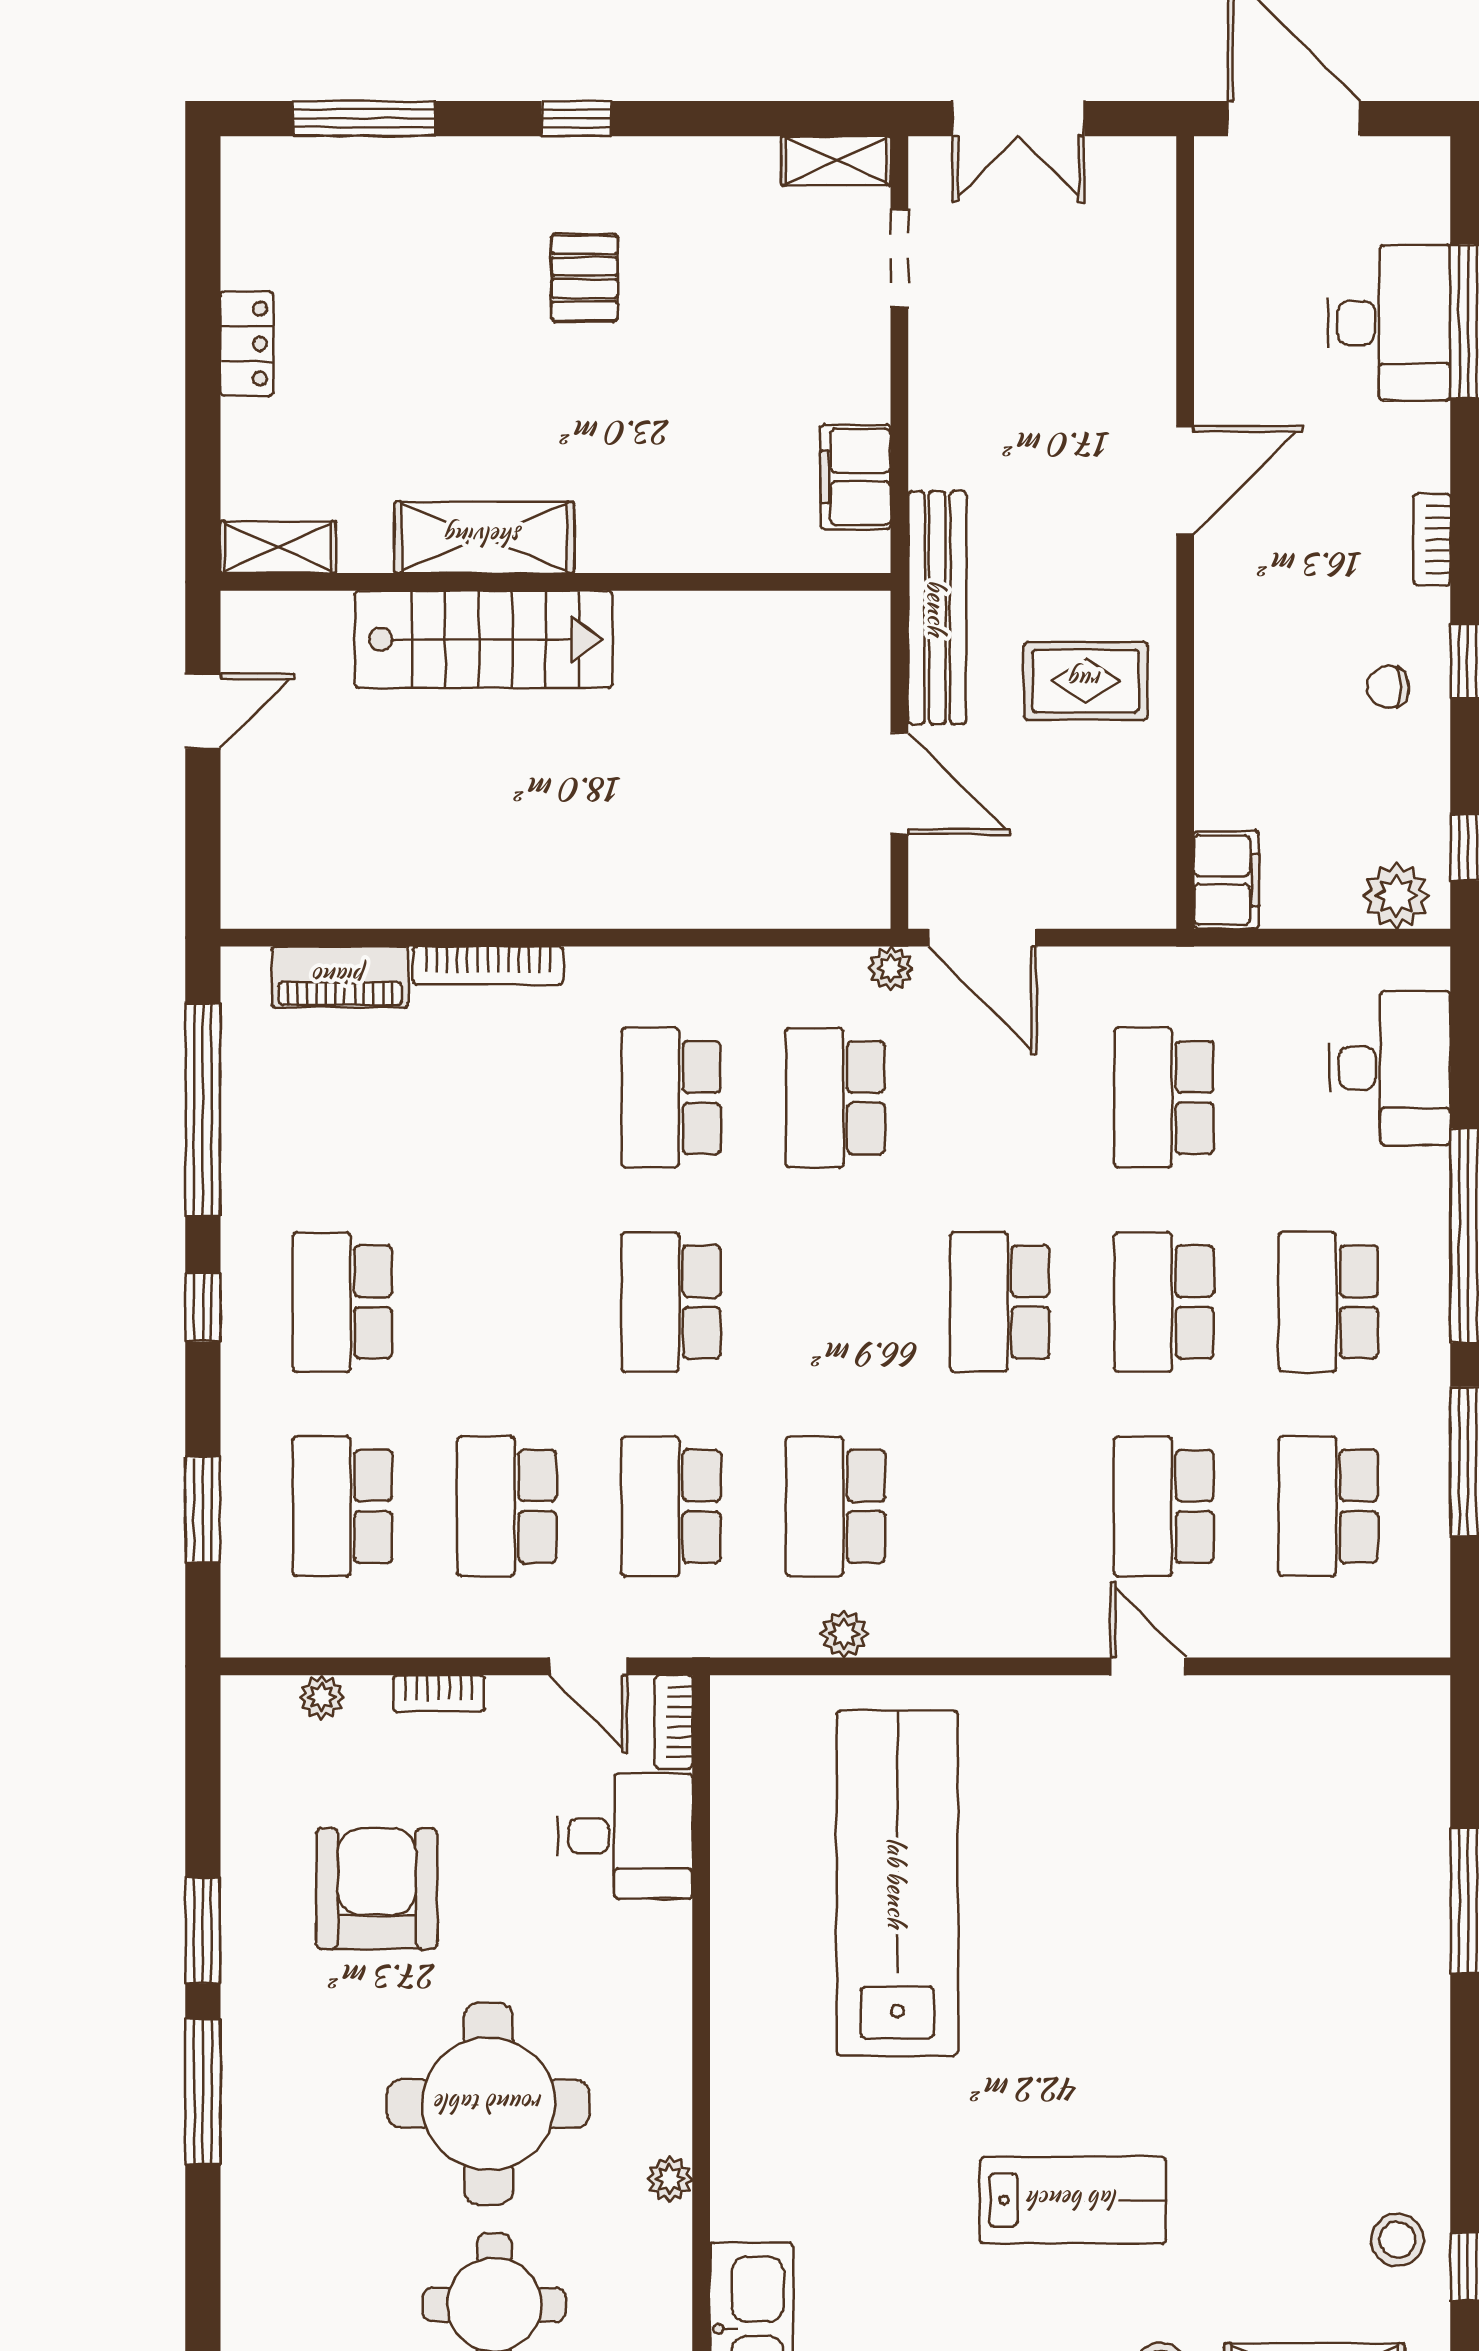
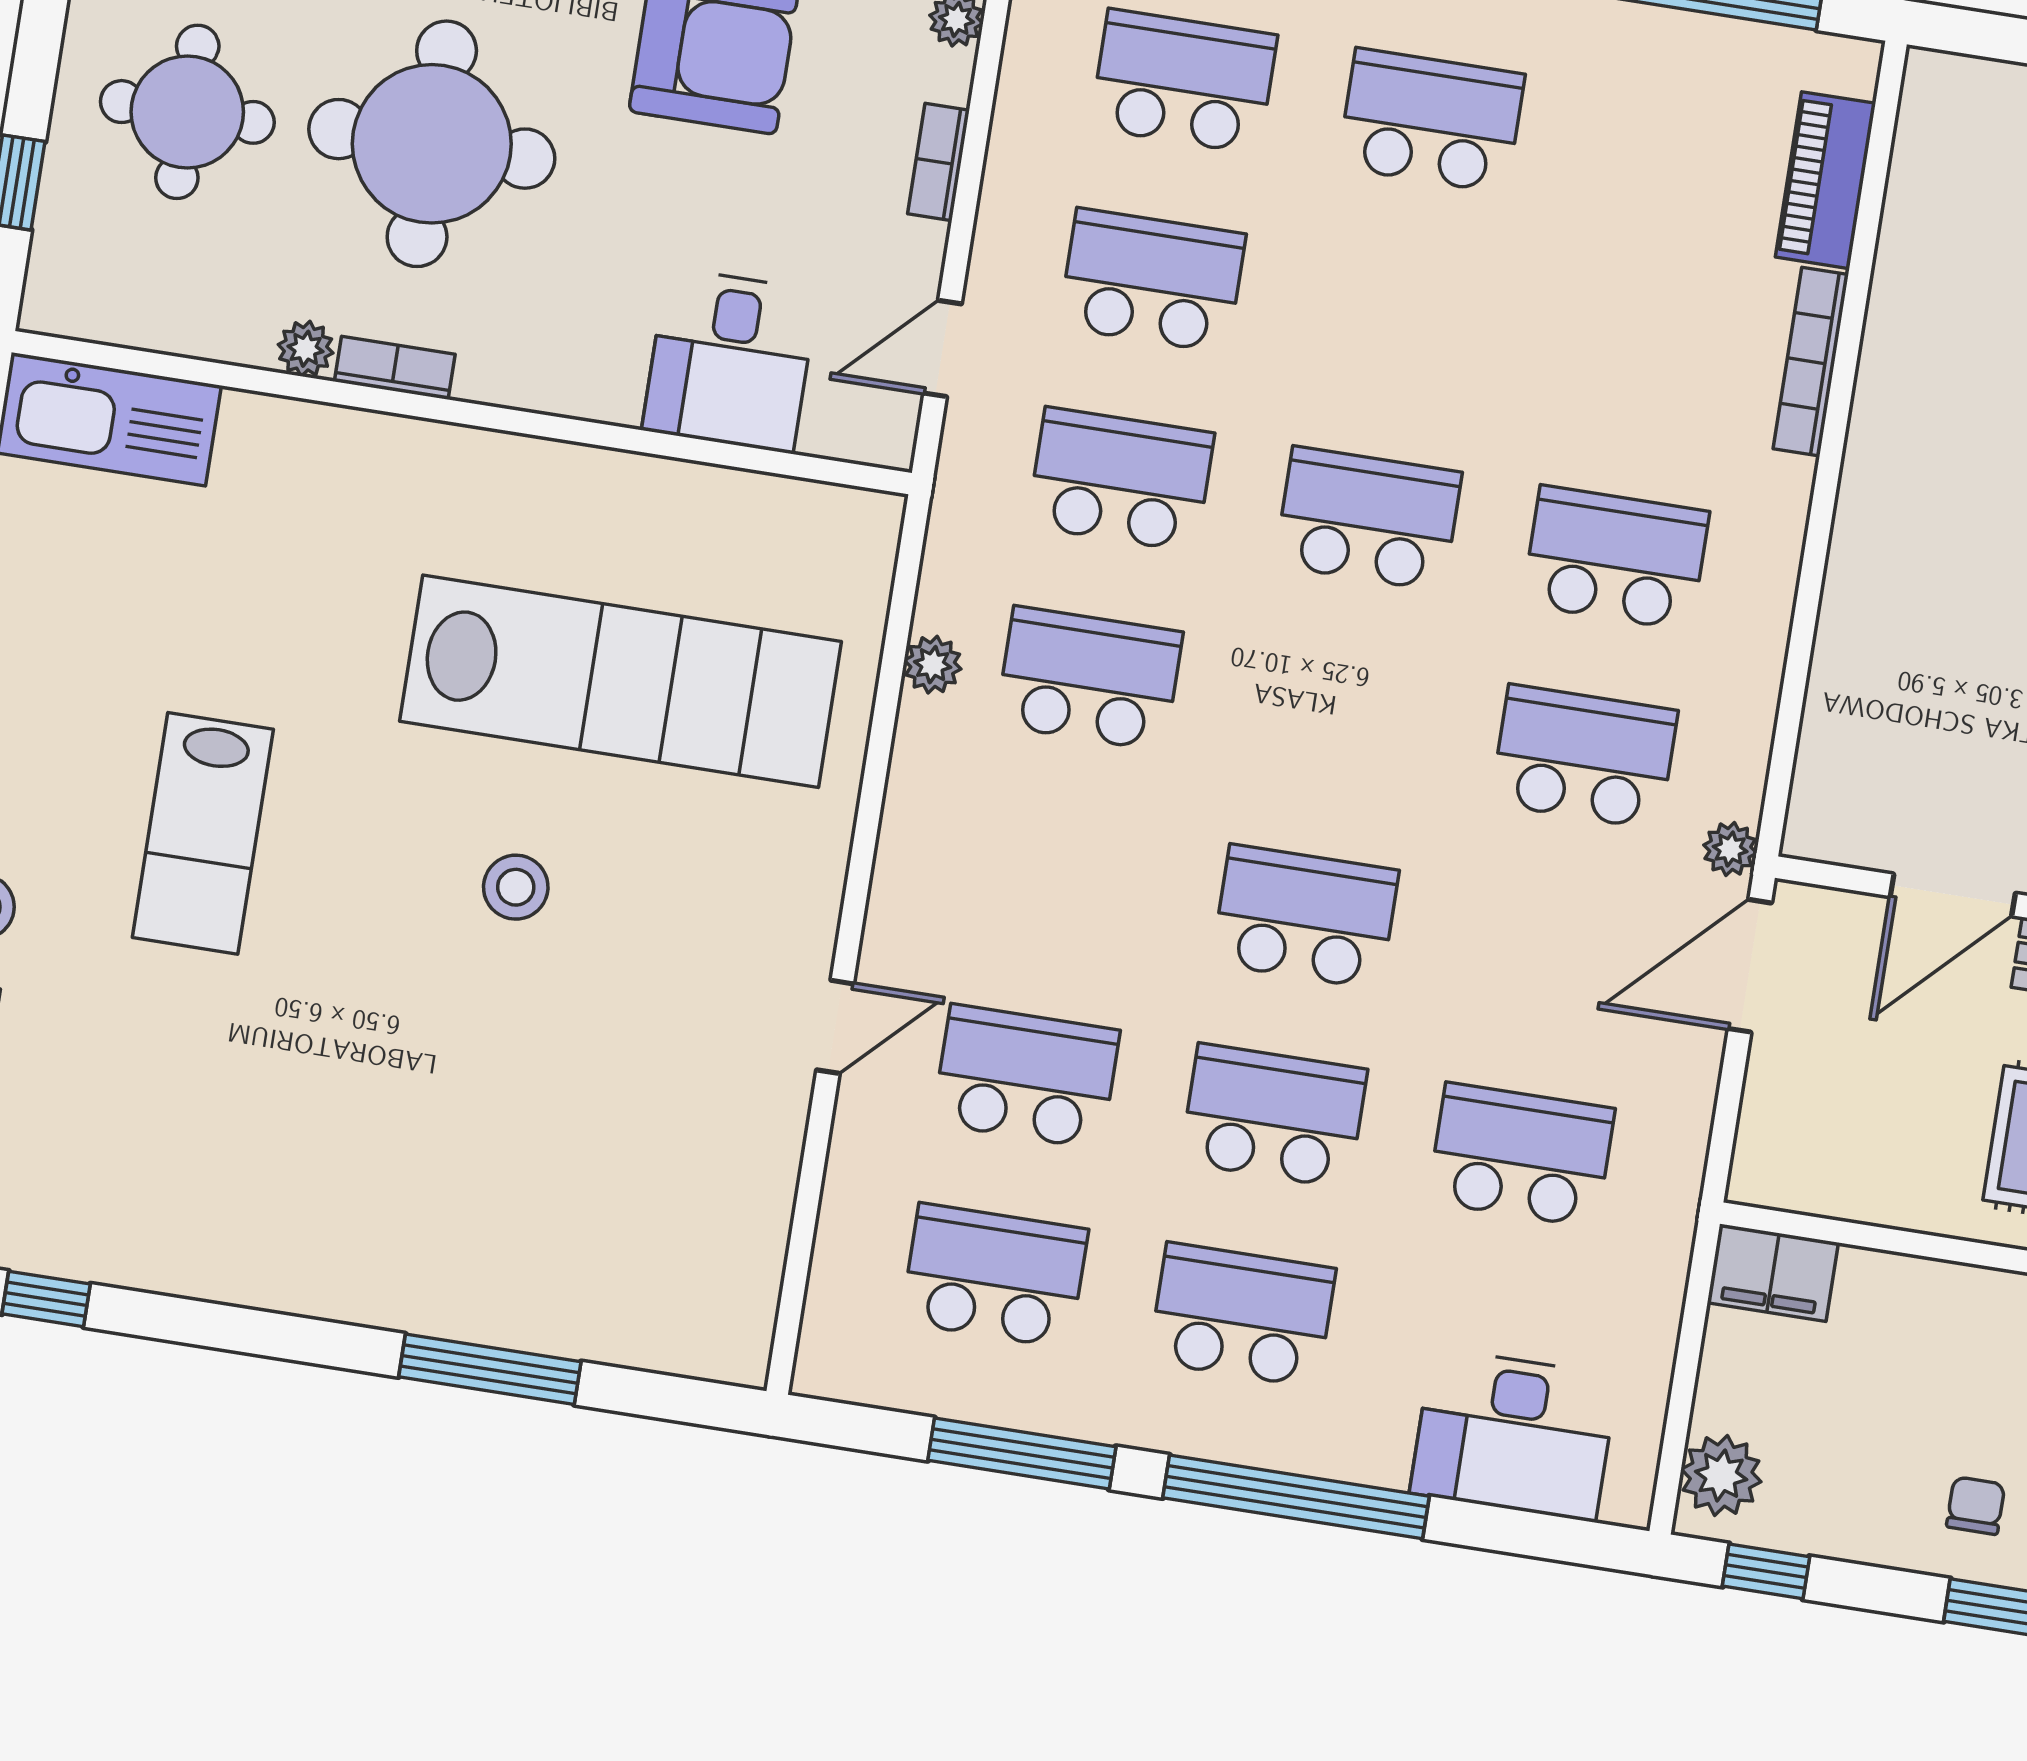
bookcase: (674, 1722) -> (395, 368), moved
stool: (1397, 2240) -> (516, 887), moved

